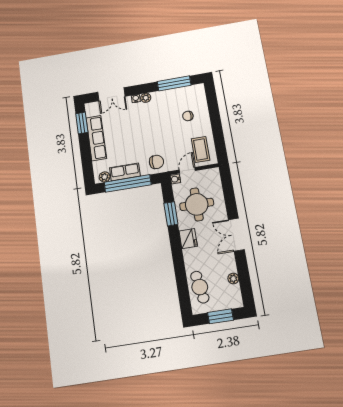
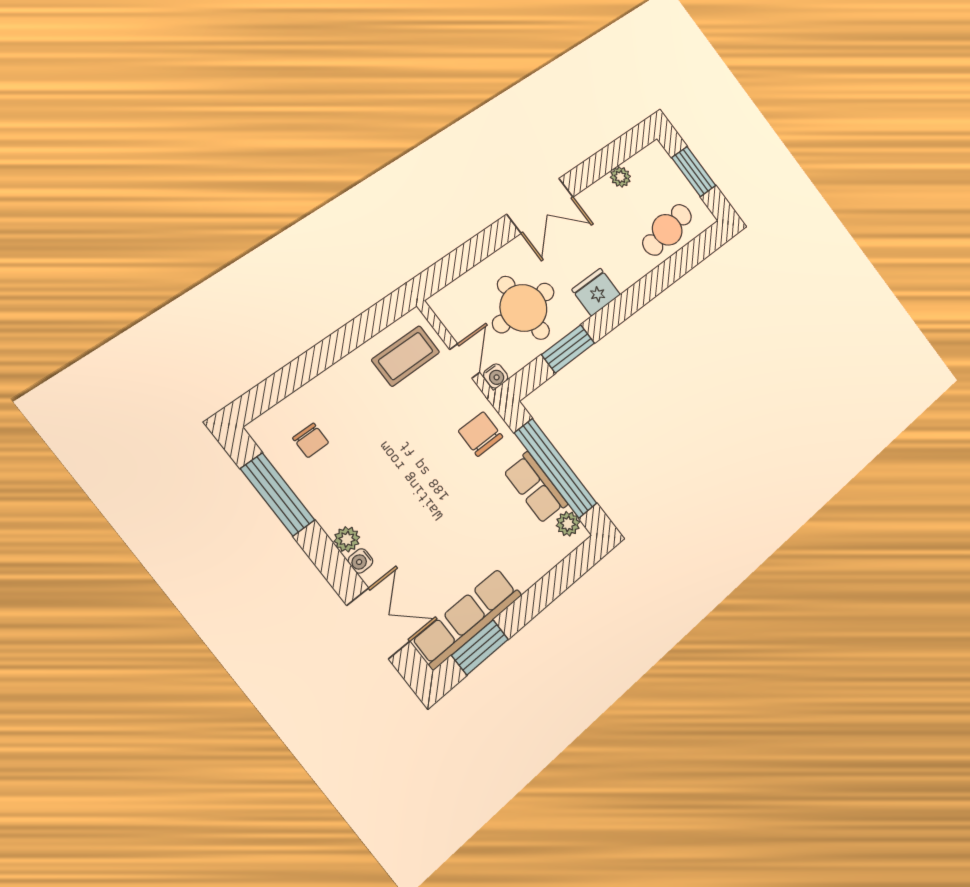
chair: (188, 116) -> (311, 440), moved
row of seats: (96, 138) -> (467, 618), moved
door: (187, 170) -> (465, 361), swing flipped

